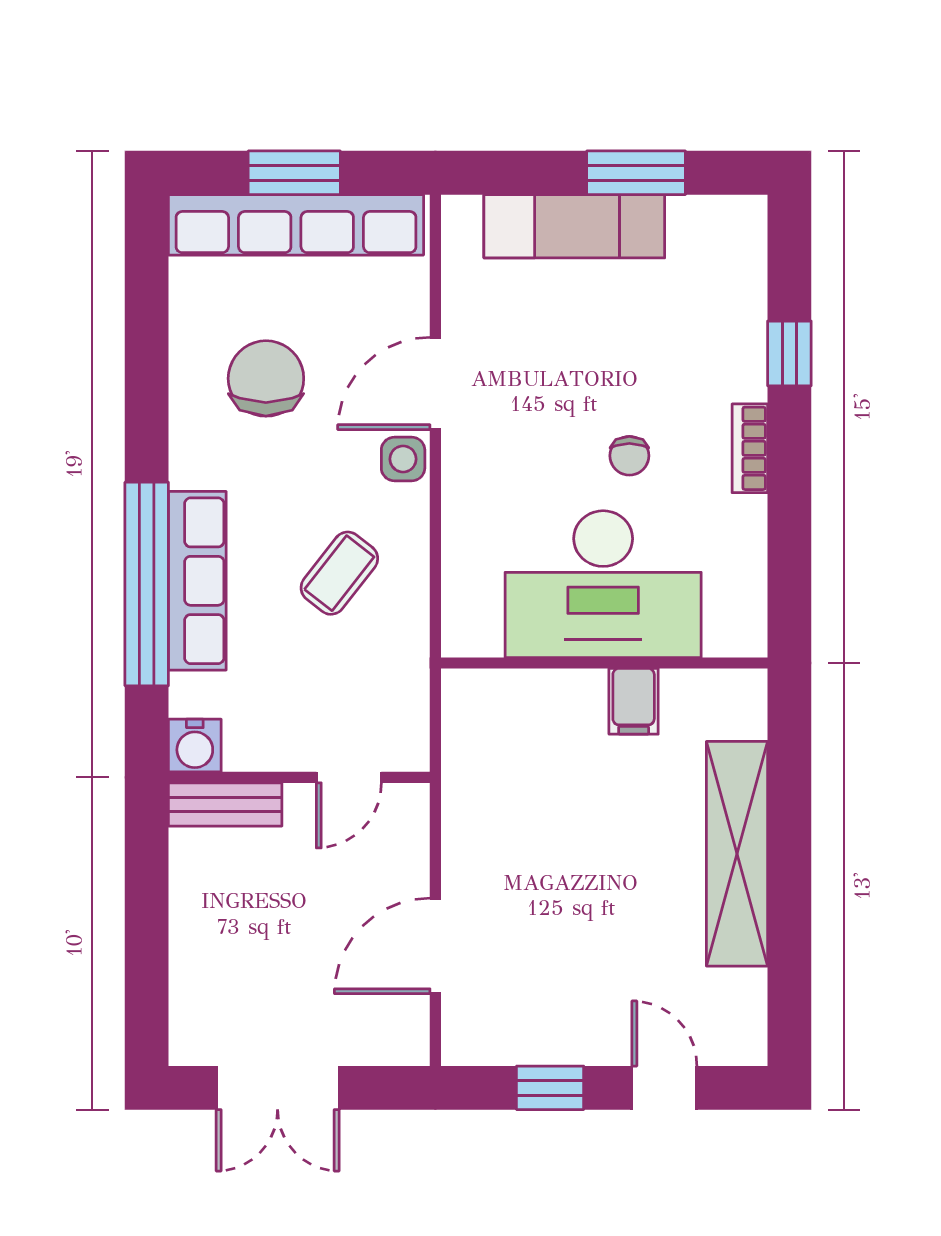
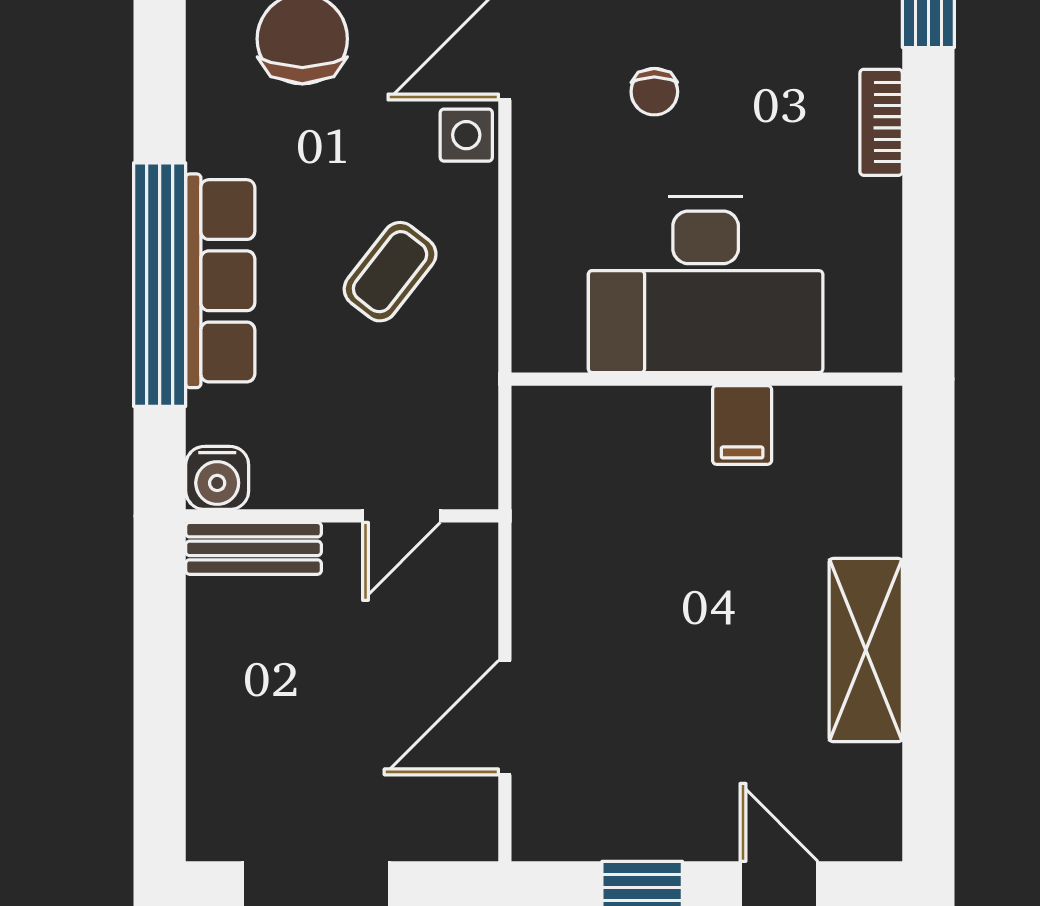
chair: (629, 456) -> (654, 92), moved
shelving: (737, 854) -> (866, 650), width x0.68

